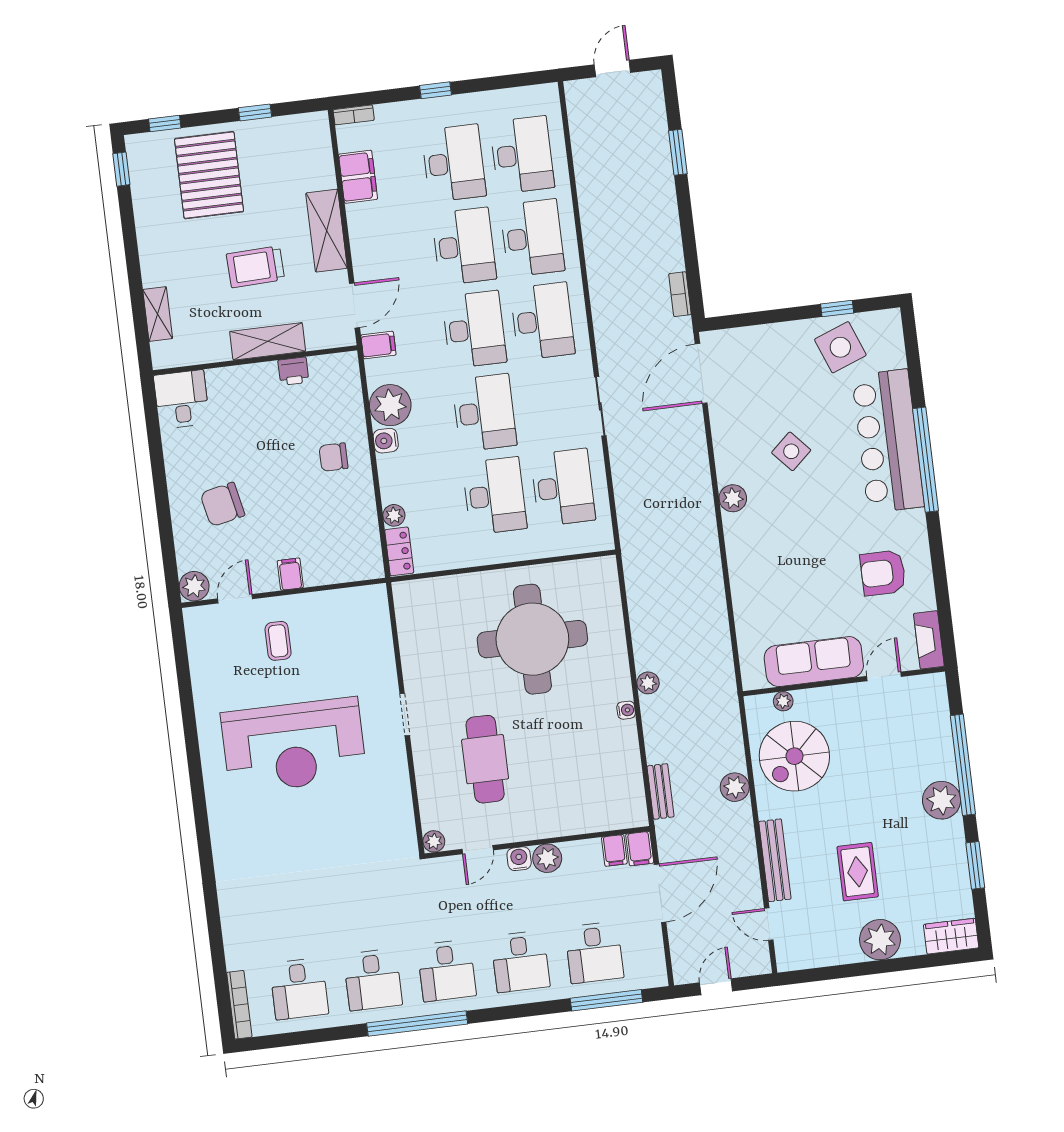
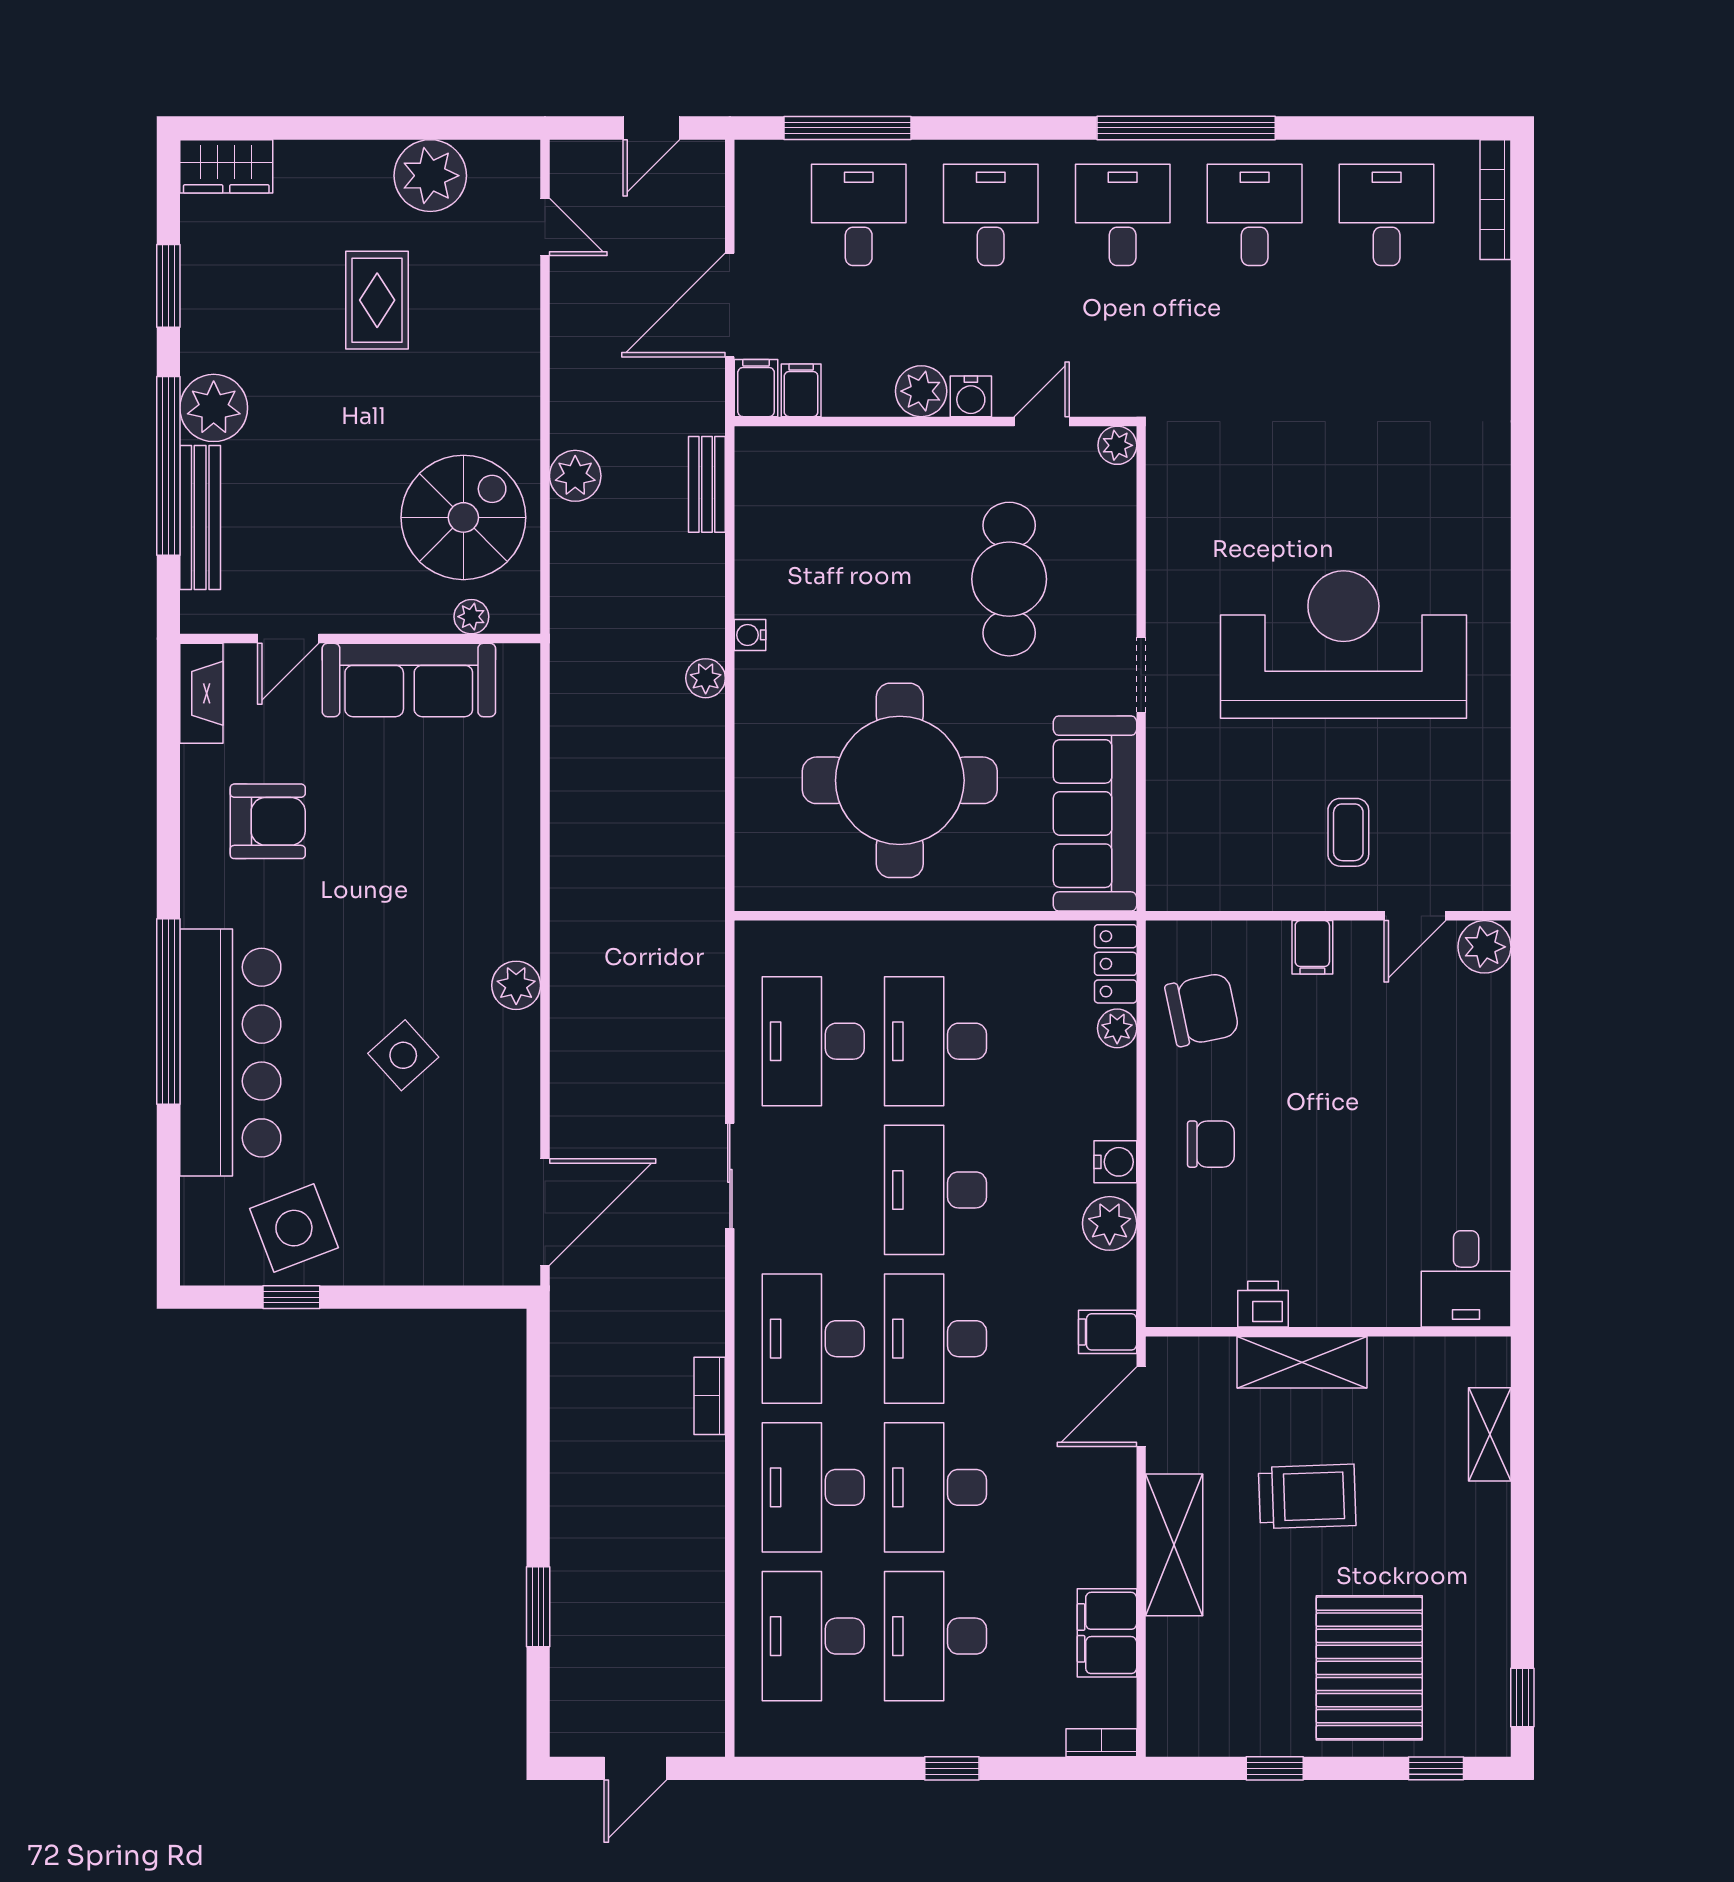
bookcase: (680, 294) -> (710, 1396), moved, turned 180
plant: (390, 405) -> (1110, 1223), width x0.73, depth x0.73
chair: (222, 504) -> (1202, 1010), moved
sofa: (421, 634) -> (1095, 814), added
bench: (775, 860) -> (200, 517), moved
plant: (880, 940) -> (430, 176), moved

